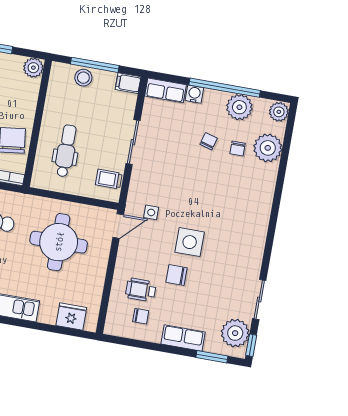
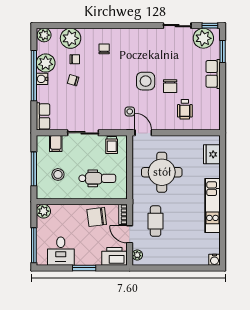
stool: (83, 78) -> (58, 174), moved
filing cabinet: (128, 83) -> (56, 143), moved
water cooler: (194, 94) -> (42, 79), moved
dental chair: (66, 151) -> (97, 178), turned 180
chair: (141, 316) -> (104, 49), moved

